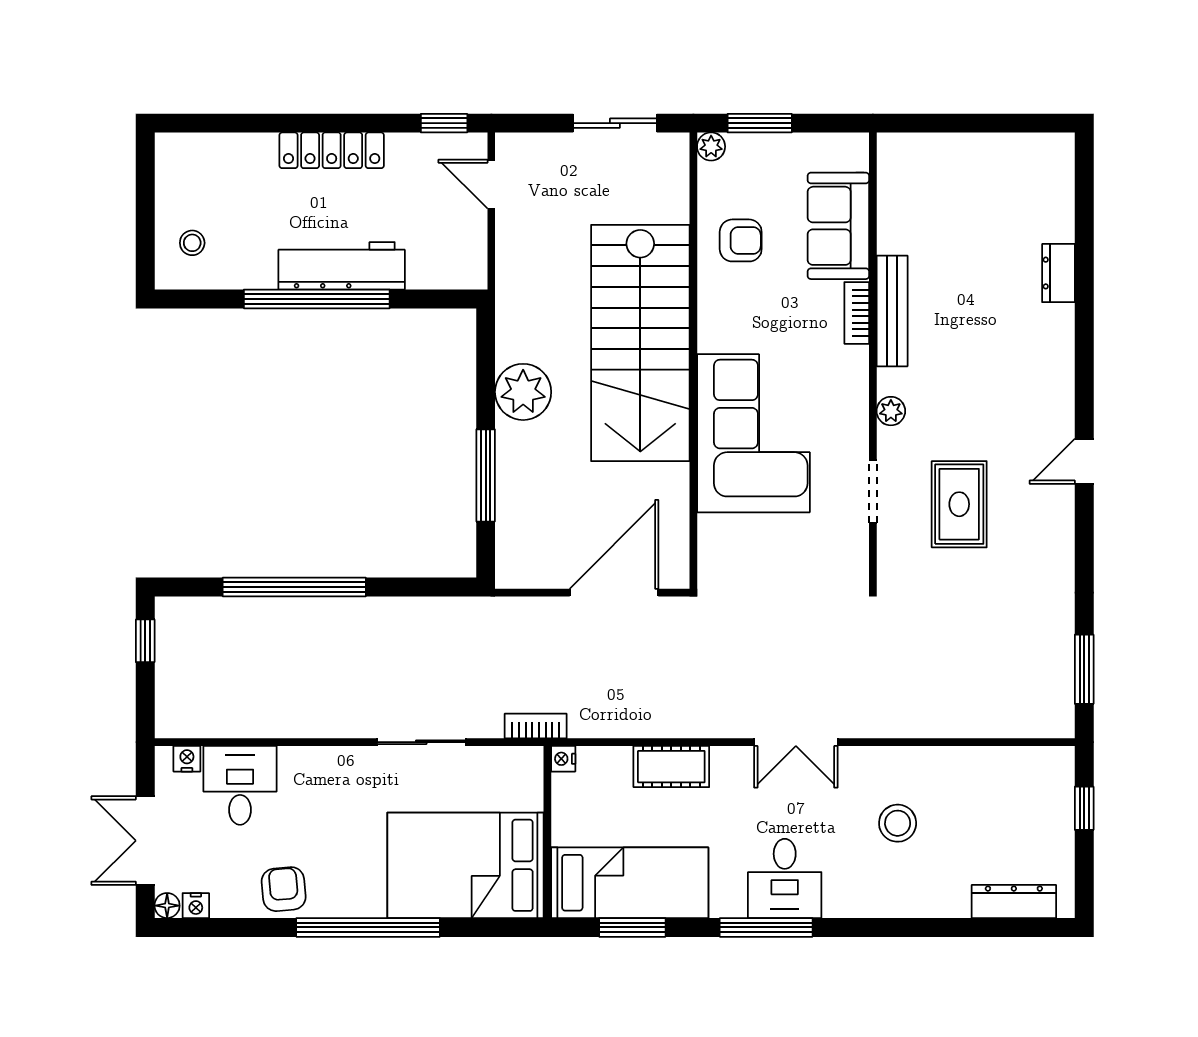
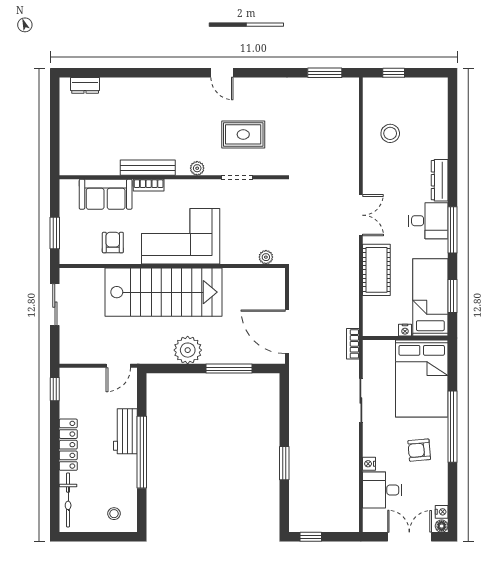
plant: (711, 147) -> (266, 257), moved
bicycle: (220, 150) -> (68, 500), added
door: (491, 184) -> (118, 366), moved
workbench: (342, 266) -> (125, 431), width x0.73
dresser: (1058, 273) -> (85, 85), moved
corner sofa: (753, 433) -> (181, 236), moved
window: (294, 587) -> (284, 463), width x0.47
door: (614, 593) -> (287, 332), moved
nightstand: (187, 759) -> (369, 464), moved
nightstand: (563, 759) -> (405, 330), moved
cot: (671, 767) -> (376, 270), width x1.37, depth x1.34
stool: (898, 823) -> (390, 133), moved
double door: (145, 841) -> (409, 537), swing flipped
armchair: (284, 889) -> (419, 450), moved
dresser: (1014, 902) -> (440, 180), moved

